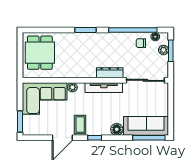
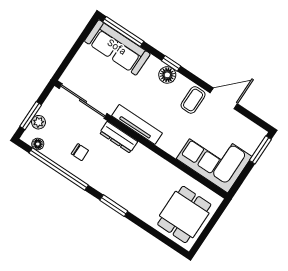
chair: (141, 43) -> (80, 152), moved
plant: (72, 87) -> (173, 149), removed
floor lamp: (117, 129) -> (167, 75), moved
window: (95, 138) -> (171, 63), moved

